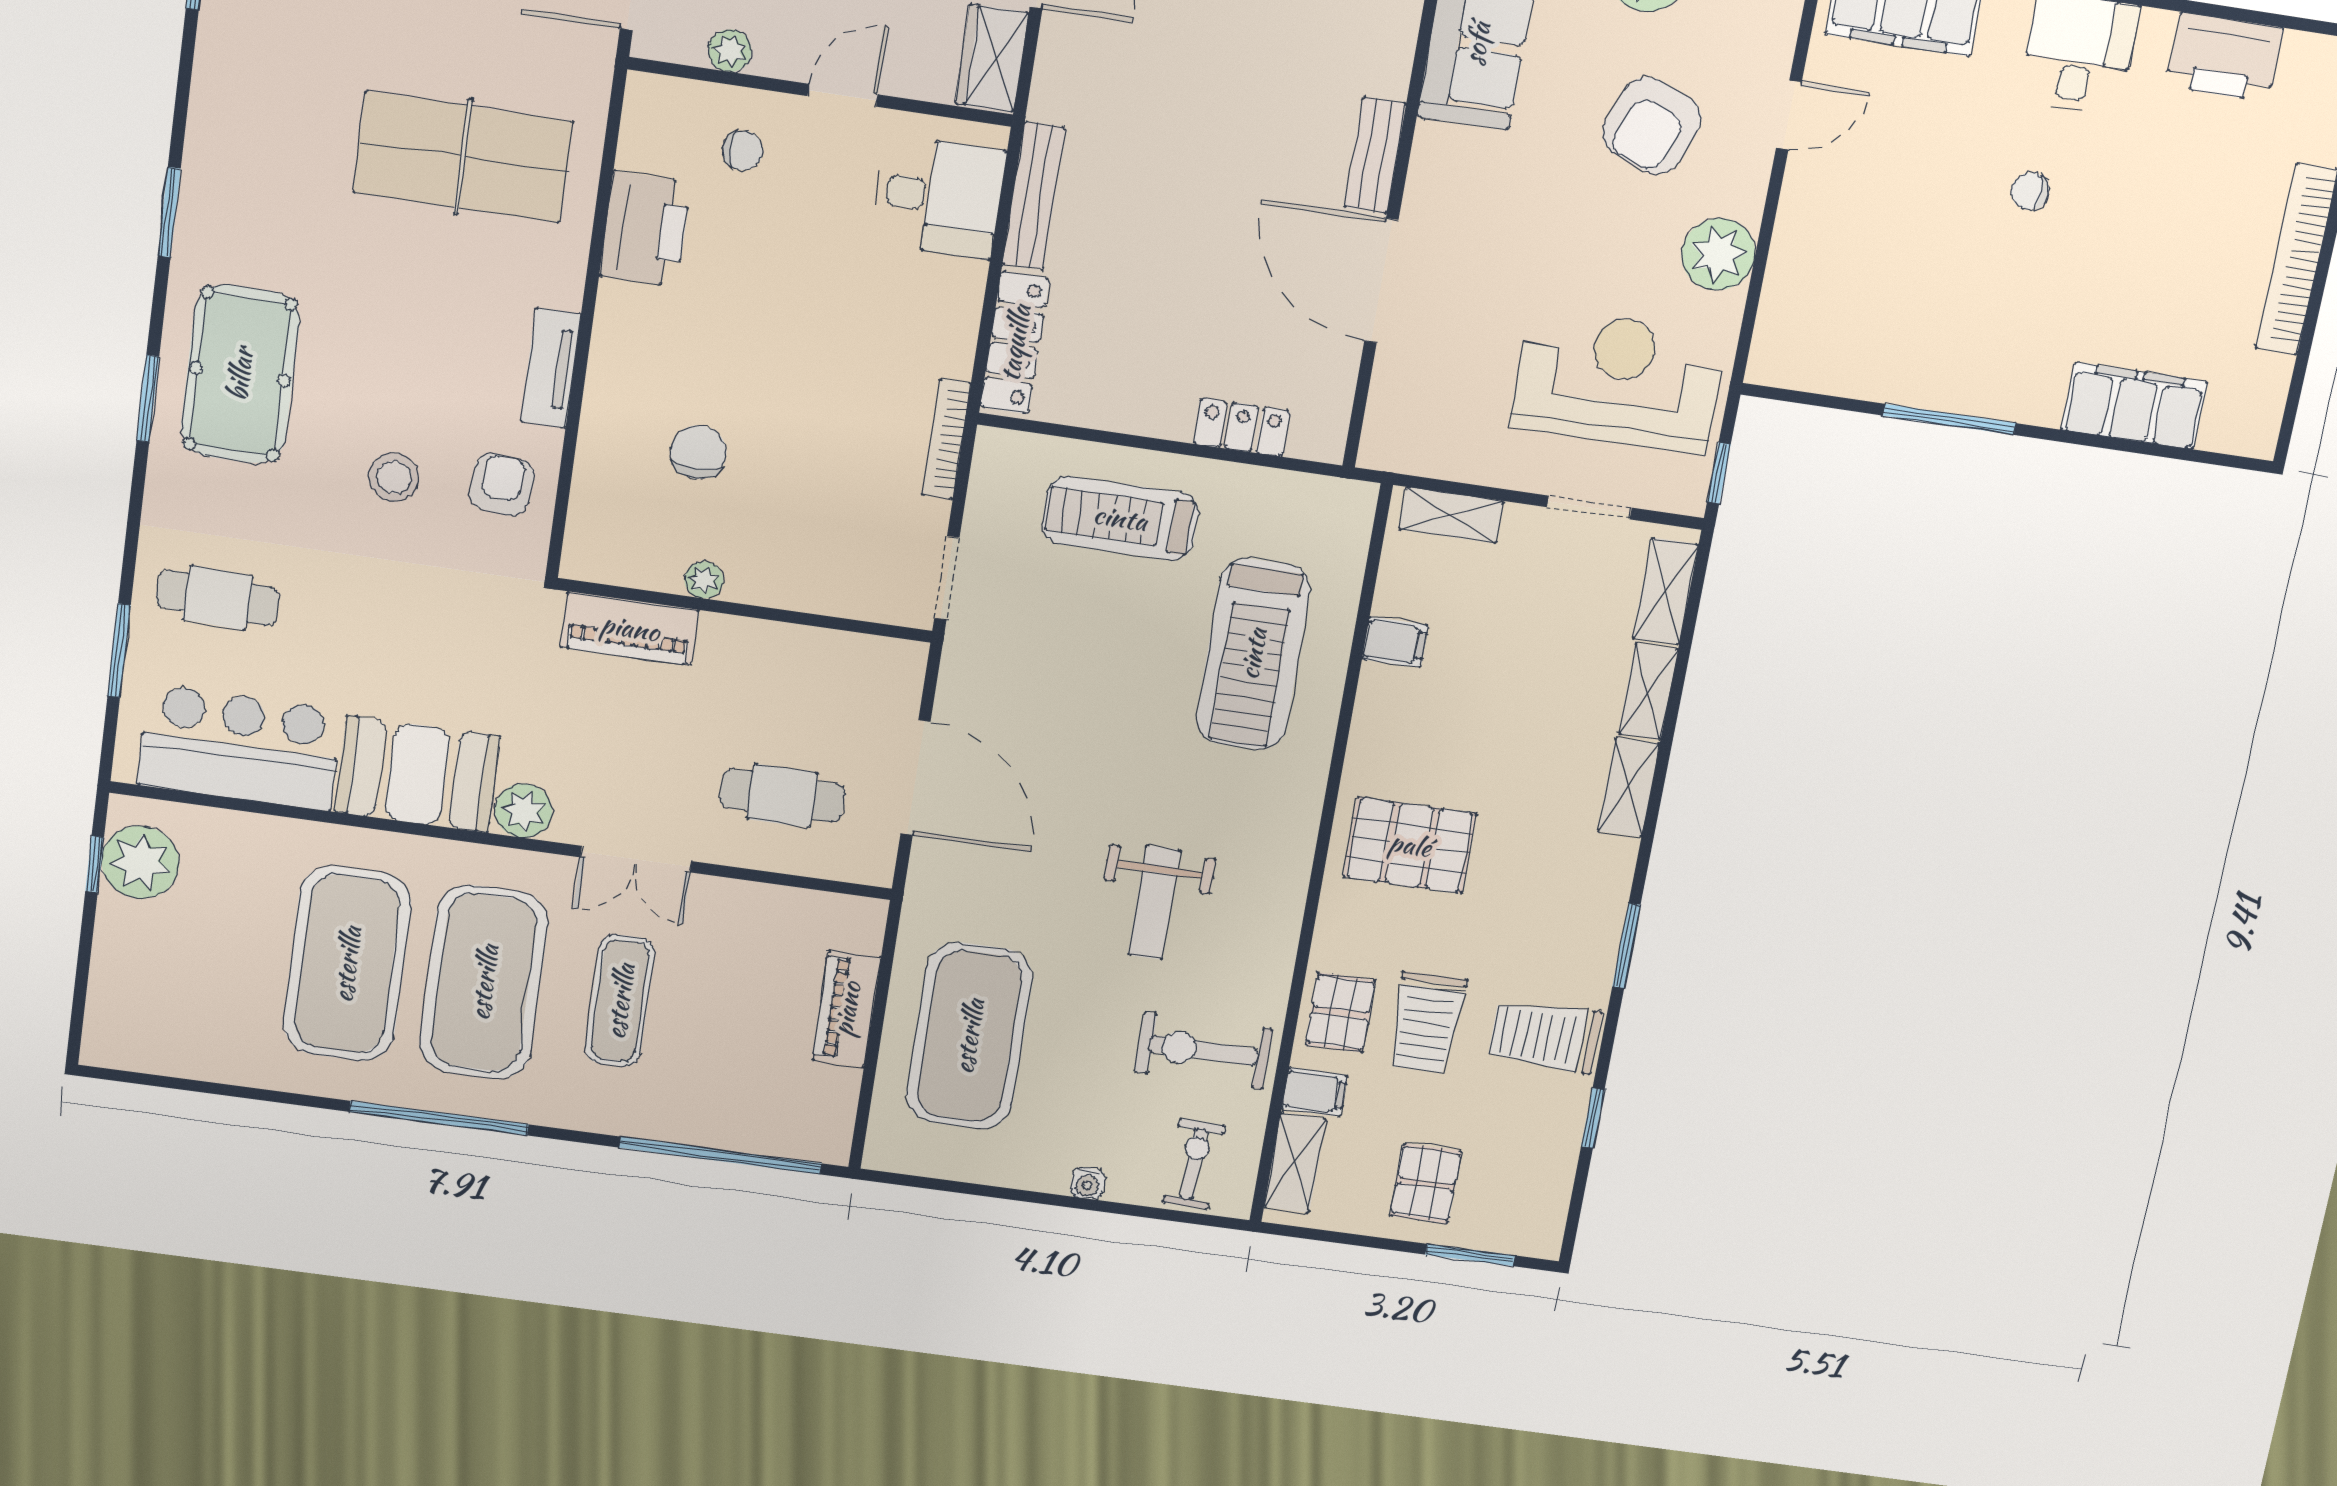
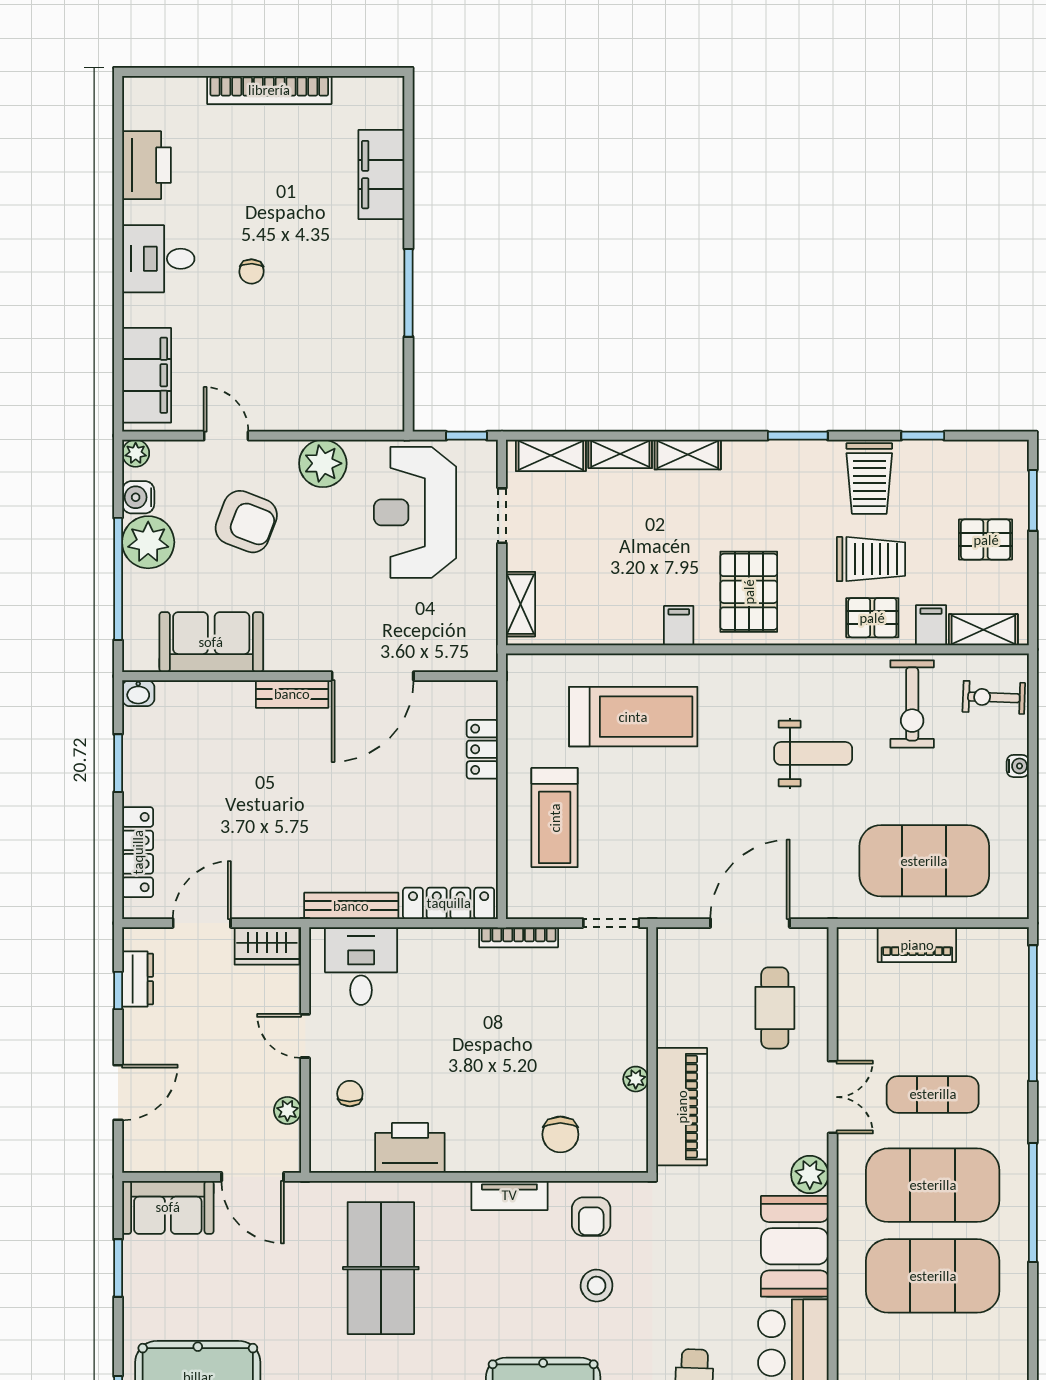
chair: (699, 452) -> (560, 1134), moved, turned -90
armchair: (502, 484) -> (591, 1217), turned -95
piano: (630, 628) -> (682, 1107), width x1.37, depth x1.33
filing cabinet: (1395, 642) -> (679, 626), moved

